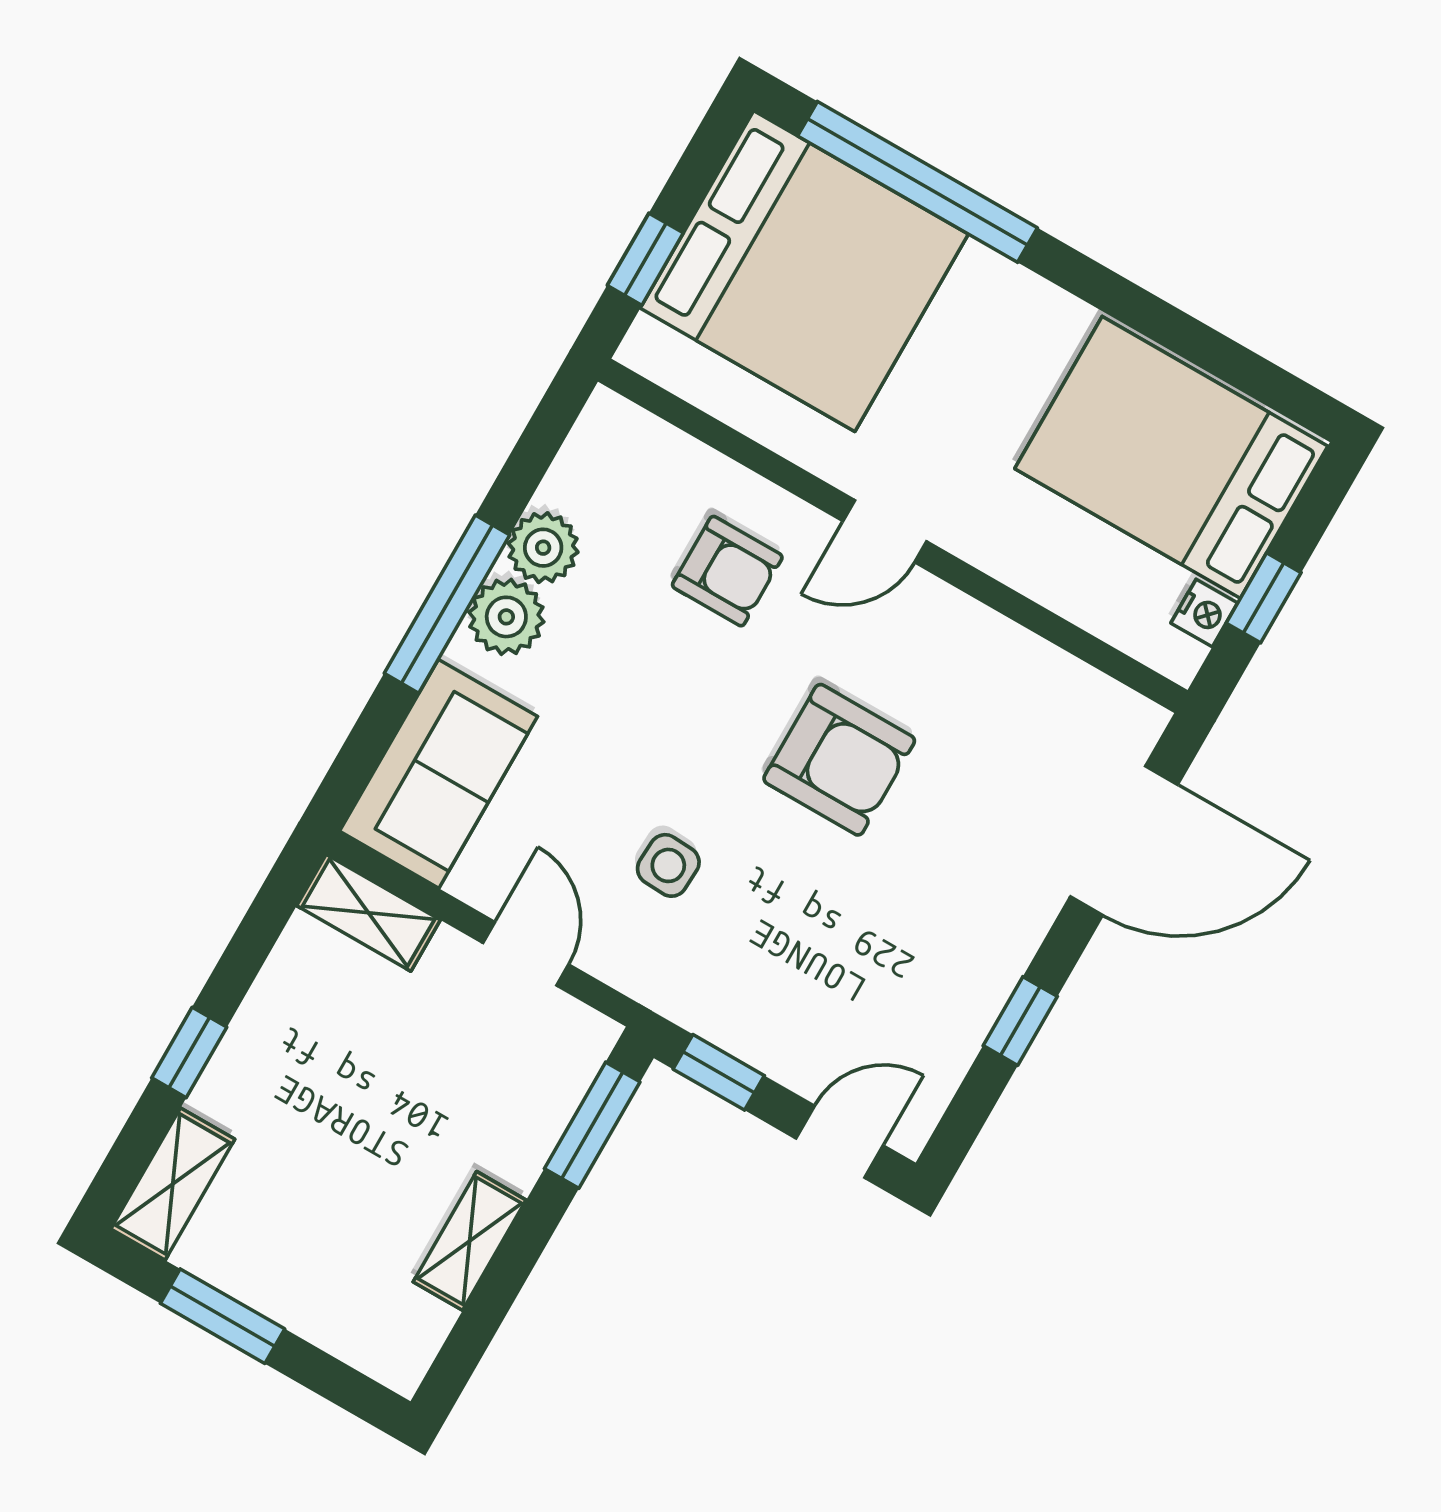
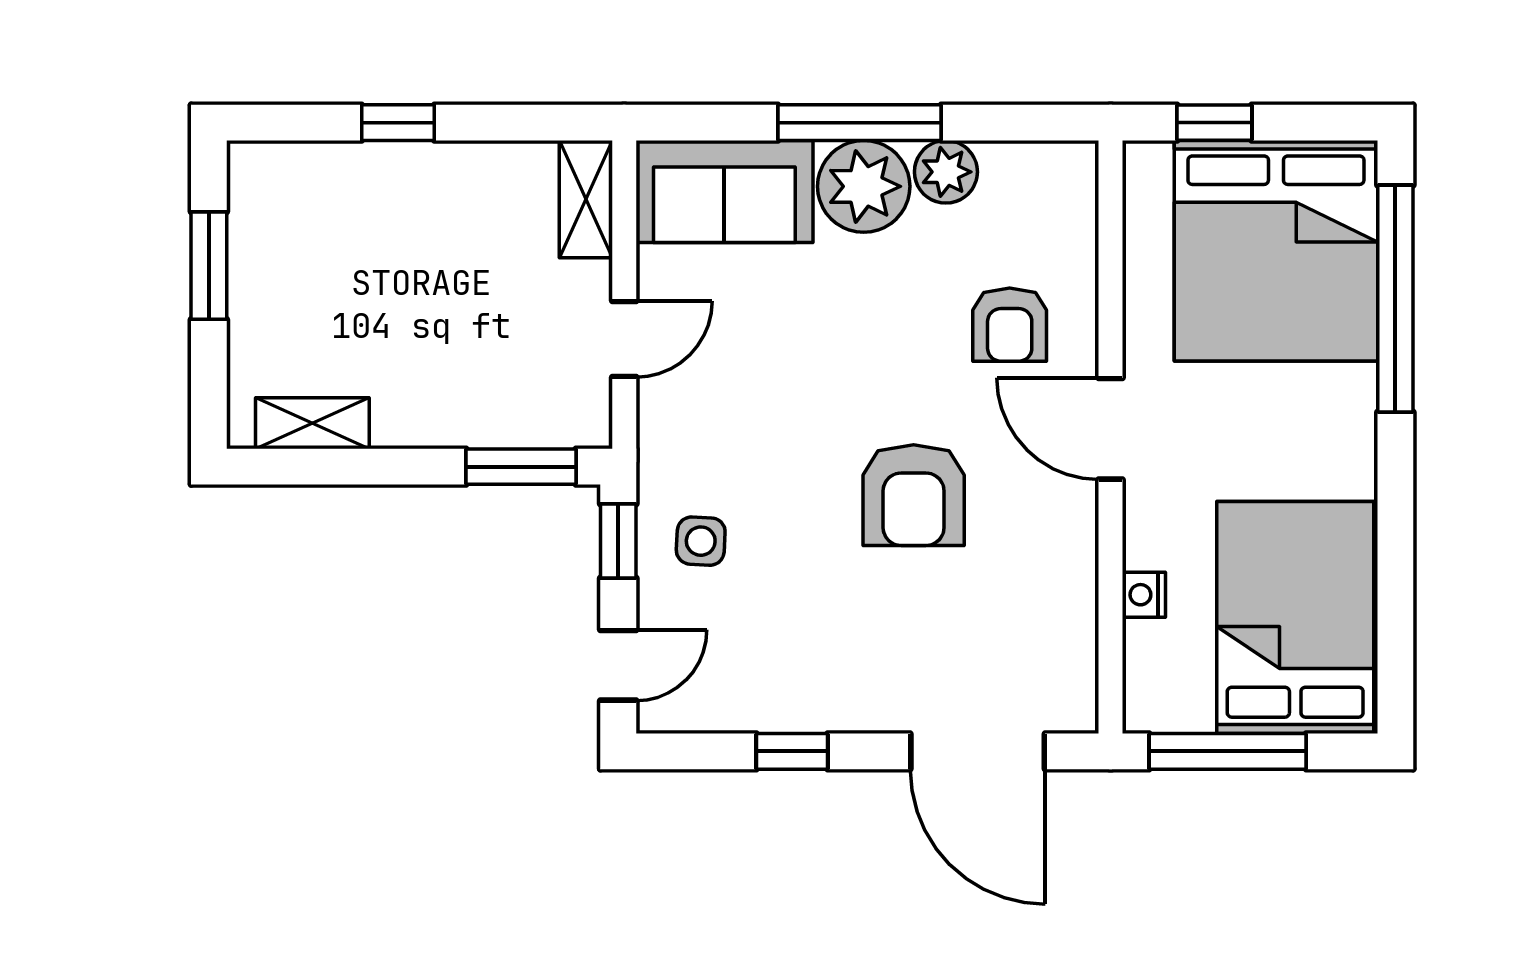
door: (885, 531) -> (1111, 429), width x1.38
window: (1264, 598) -> (1228, 751), width x2.17
nightstand: (1204, 613) -> (1144, 595), moved, turned 90
plant: (506, 617) -> (864, 186), width x1.36, depth x1.36
side table: (668, 865) -> (701, 541), moved
door: (840, 1142) -> (618, 665), hinge flipped
shelving: (173, 1184) -> (289, 168), removed
shelving: (470, 1241) -> (312, 423), moved

